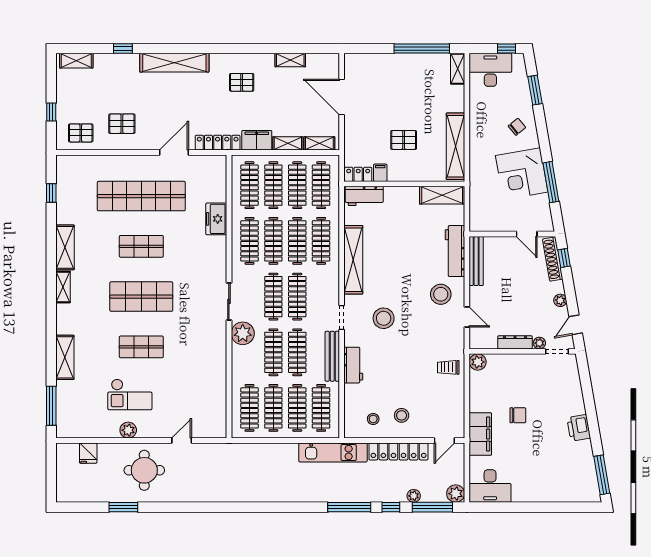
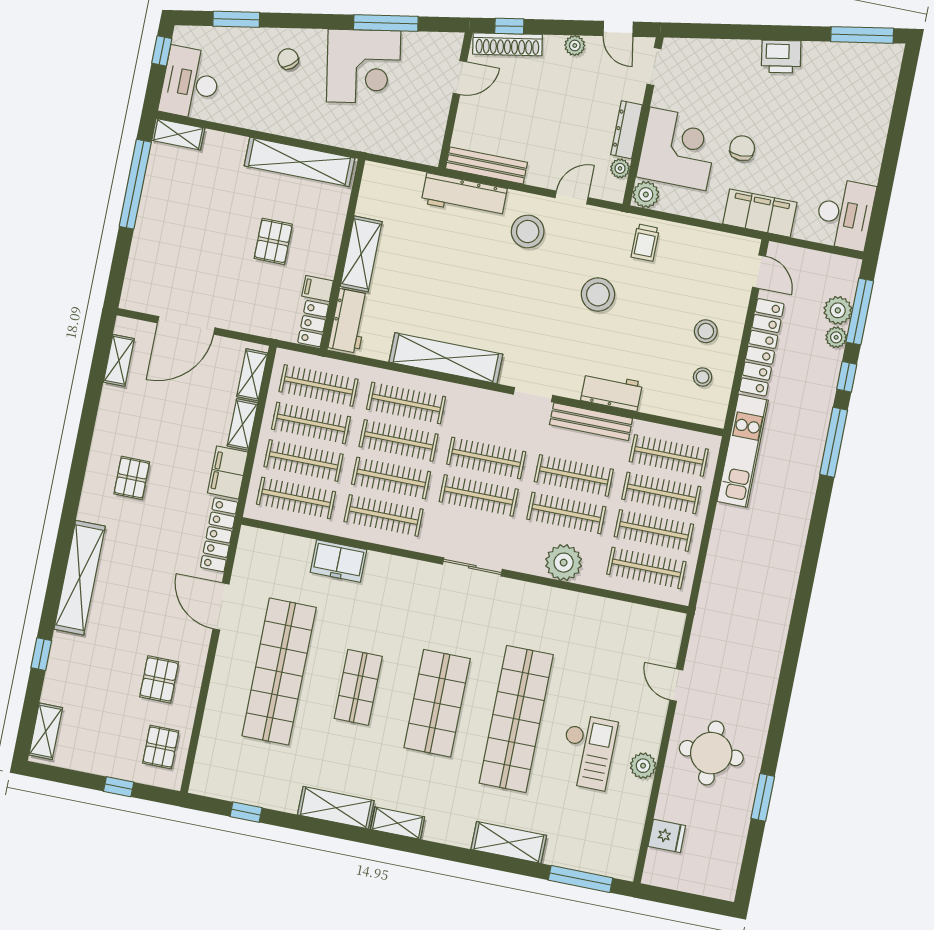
shelving: (290, 60) -> (119, 360), moved
shelving: (442, 195) -> (361, 254), moved
stool: (384, 318) -> (598, 294), moved
plant: (243, 333) -> (564, 563), moved
plant: (539, 343) -> (620, 168), moved
shop shelf: (141, 347) -> (516, 719), width x2.00, depth x1.36
corner desk: (510, 376) -> (678, 149), added
plant: (456, 494) -> (838, 310), moved

